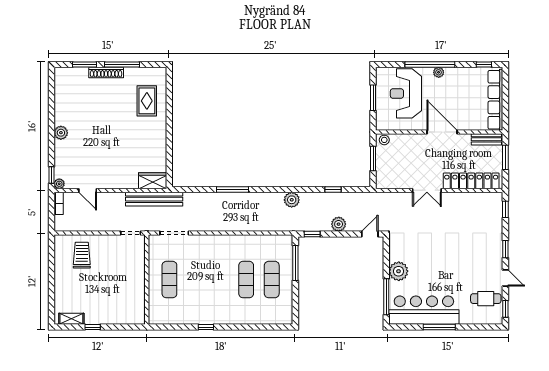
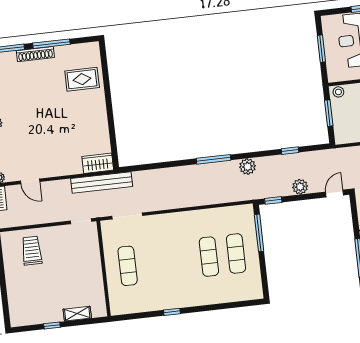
rug: (147, 101) -> (82, 79), turned 90
window: (232, 189) -> (214, 159), moved
shelving: (71, 319) -> (77, 314), moved

